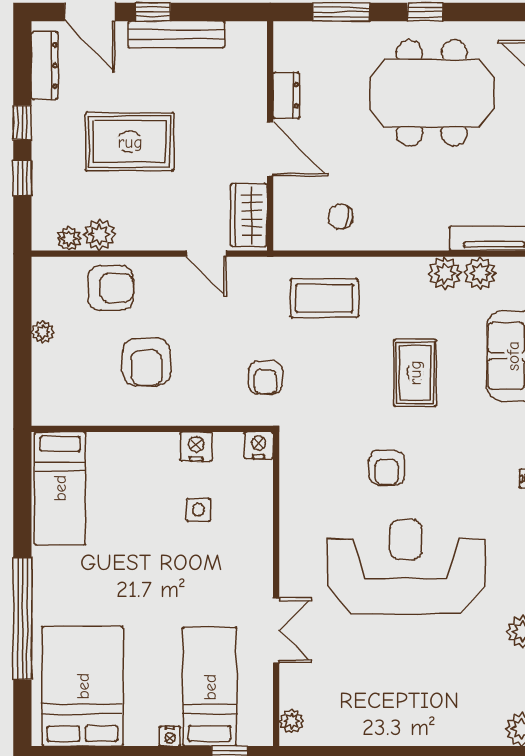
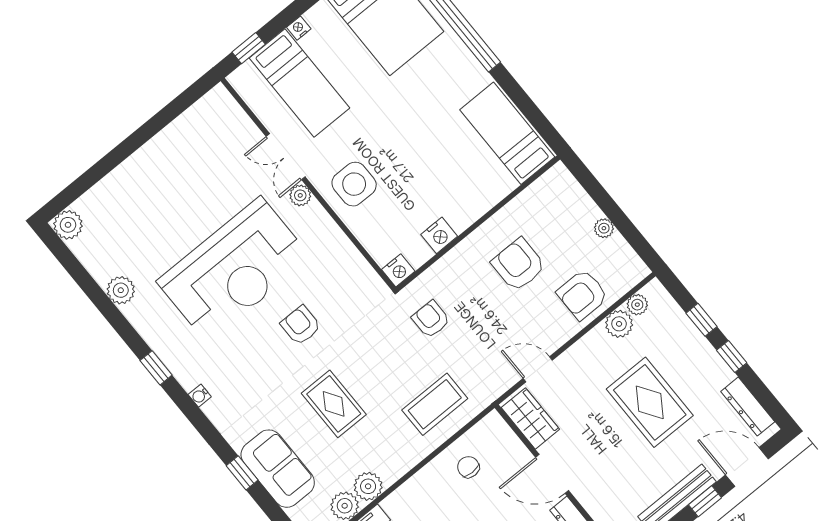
rug: (130, 142) -> (650, 402), turned 90
chair: (340, 217) -> (468, 467), turned -97
side table: (198, 510) -> (354, 184), moved, width x1.87, depth x1.87
plant: (292, 721) -> (300, 195), moved

